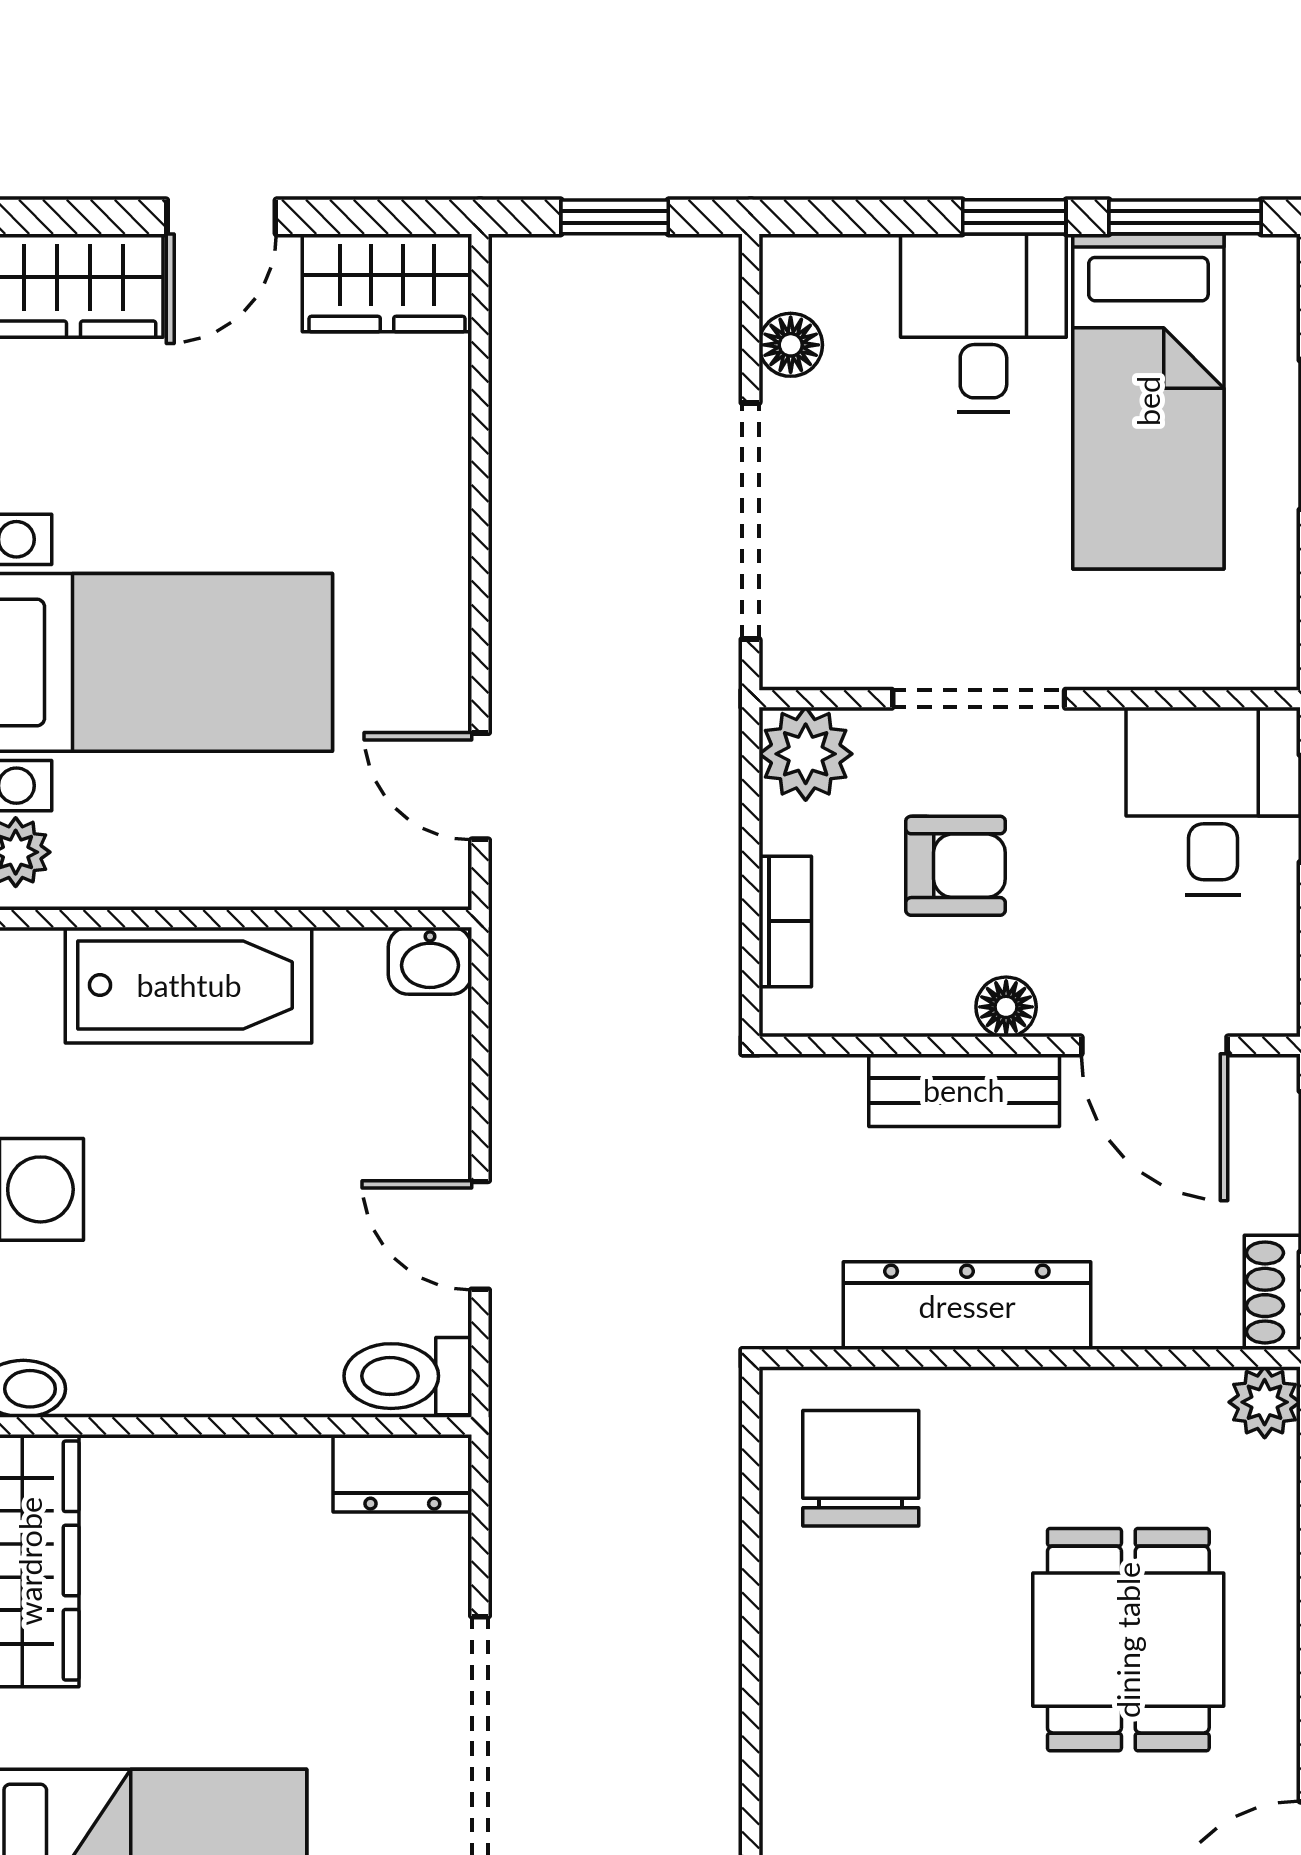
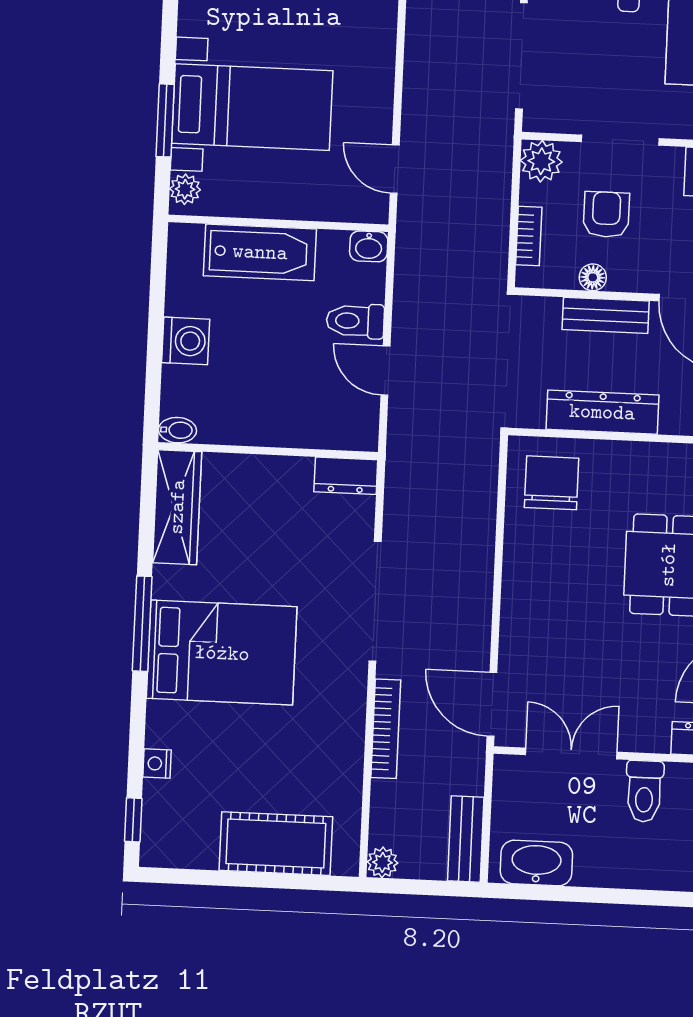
armchair: (956, 866) -> (606, 214), turned -90
floor lamp: (1006, 1007) -> (593, 277), moved
toilet: (408, 1376) -> (355, 321), moved

